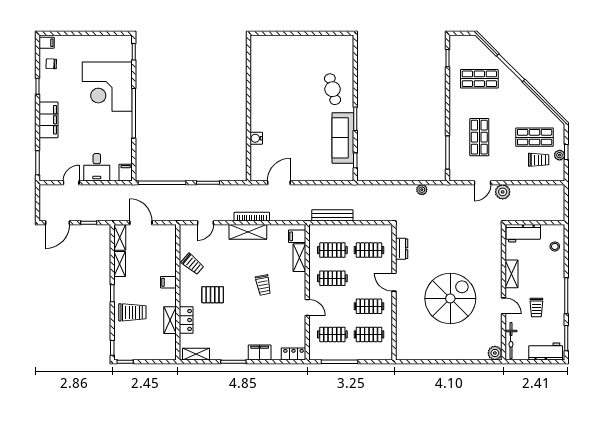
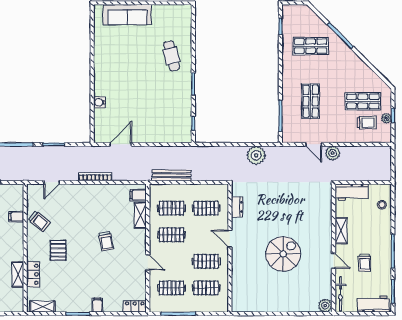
sofa: (343, 138) -> (127, 15), moved, turned -90
door: (483, 183) -> (314, 144), hinge flipped
plant: (422, 190) -> (256, 155), width x1.88, depth x1.88
shelving: (248, 232) -> (92, 191), removed
filing cabinet: (168, 282) -> (16, 217), moved
pallet: (213, 295) -> (58, 250), turned 90
spiral stairs: (450, 298) -> (283, 254), width x0.73, depth x0.73
filing cabinet: (260, 353) -> (97, 305), width x0.50

